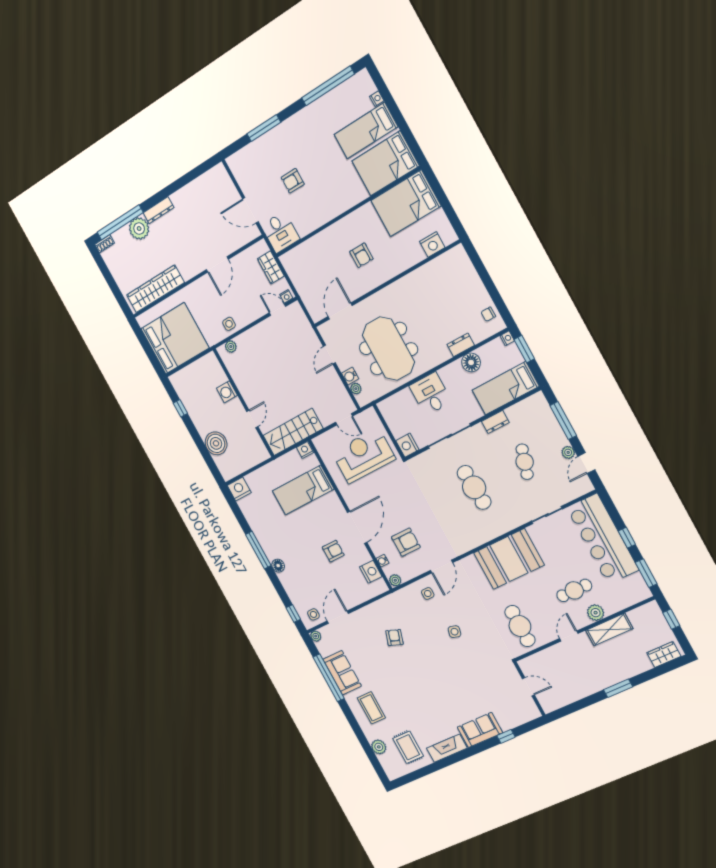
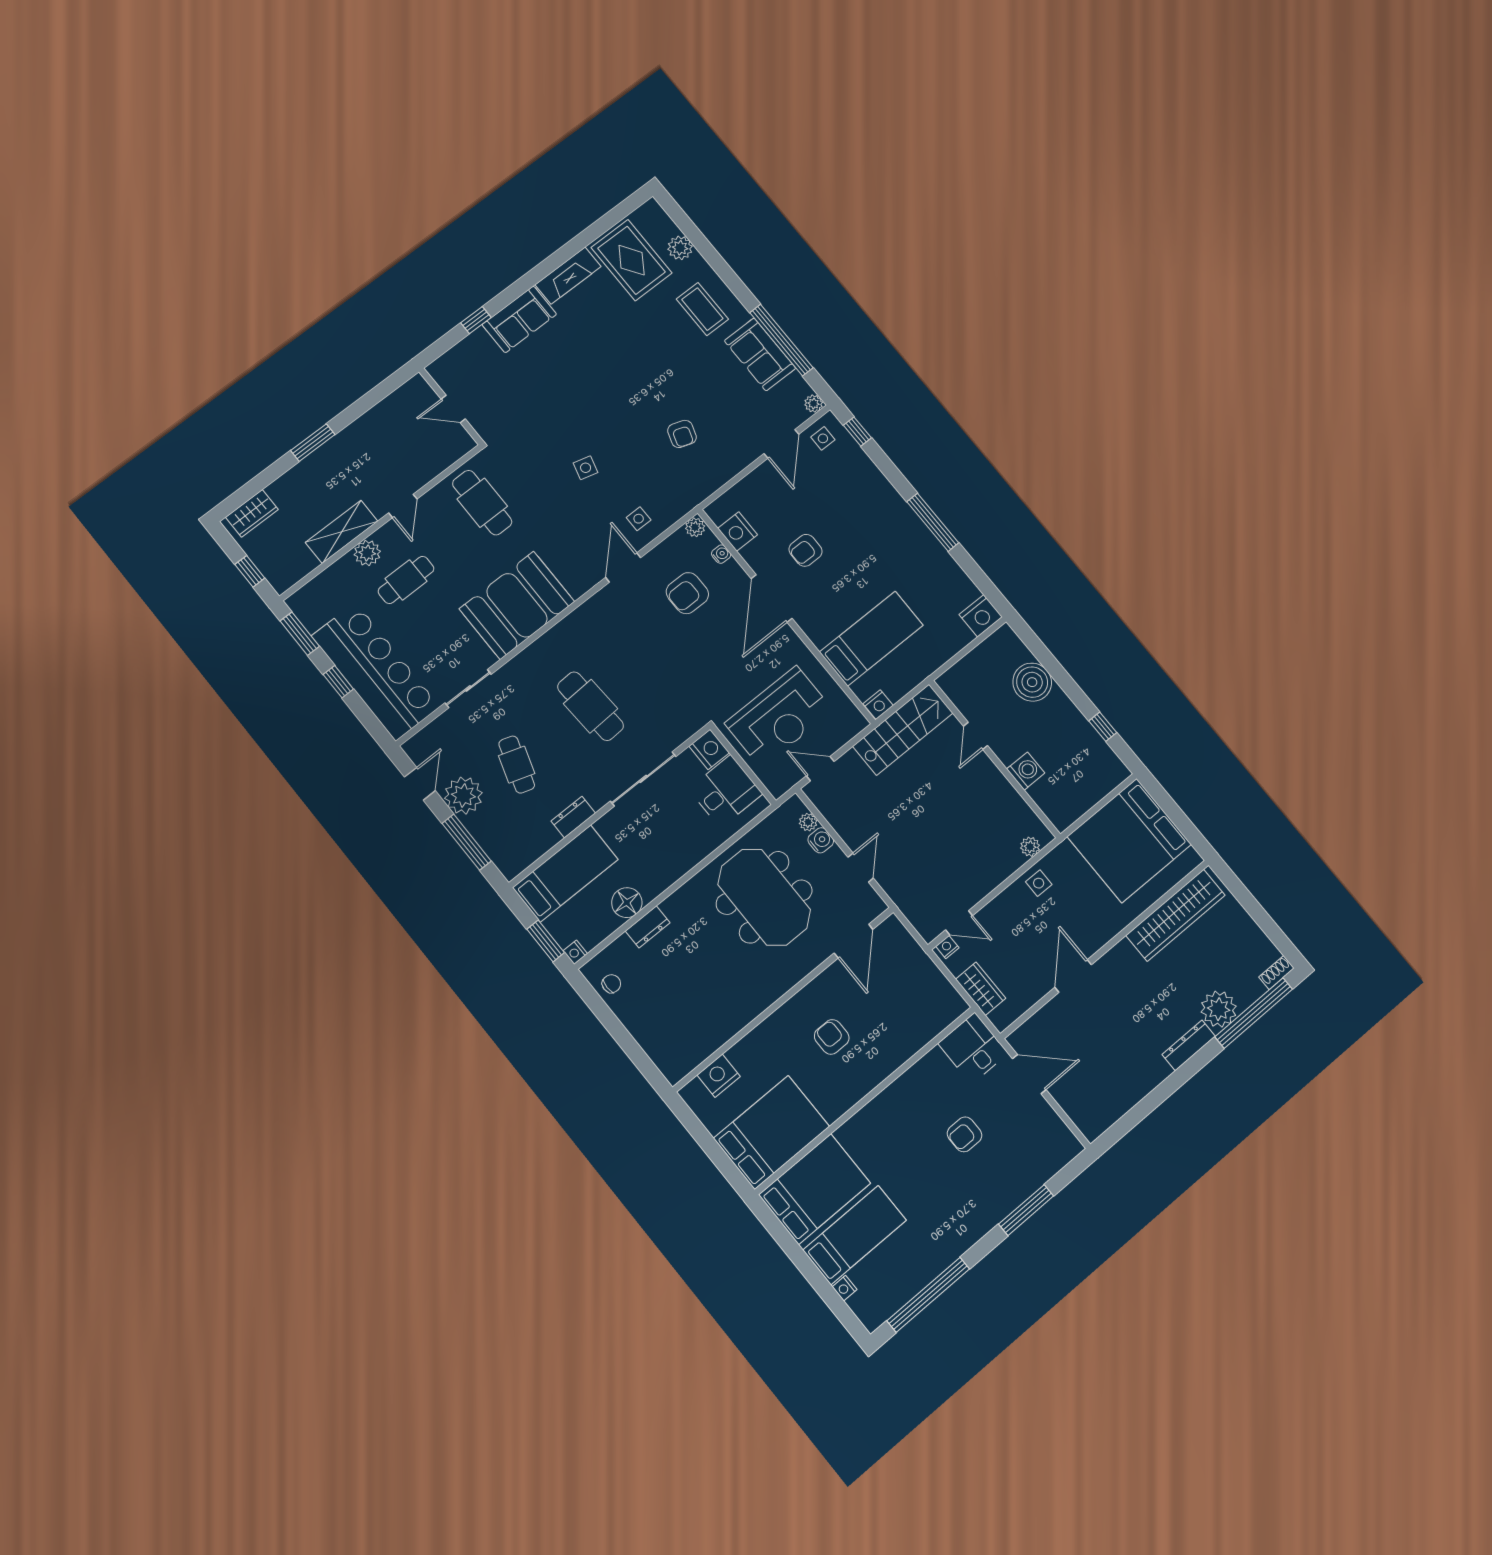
armchair: (293, 181) -> (965, 1134), turned 180
desk: (430, 394) -> (725, 791), moved, turned -90
plant: (568, 452) -> (463, 796), width x1.87, depth x1.87
floor lamp: (278, 566) -> (895, 505), removed
rug: (408, 747) -> (632, 260), width x1.36, depth x1.43

